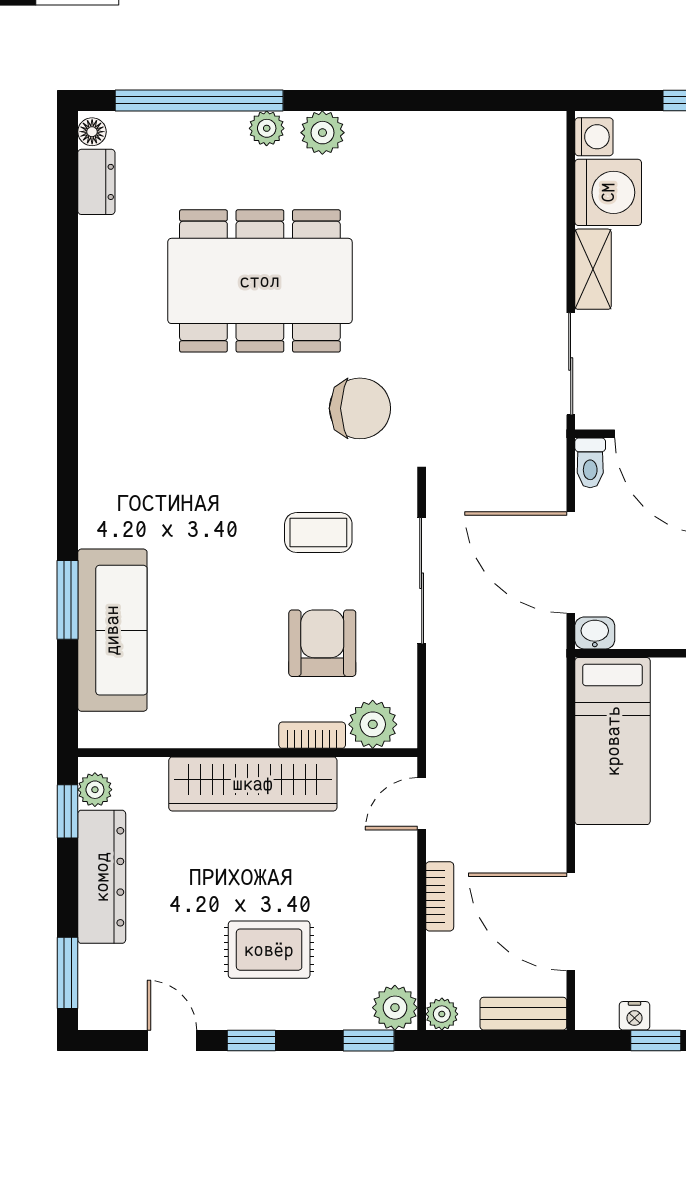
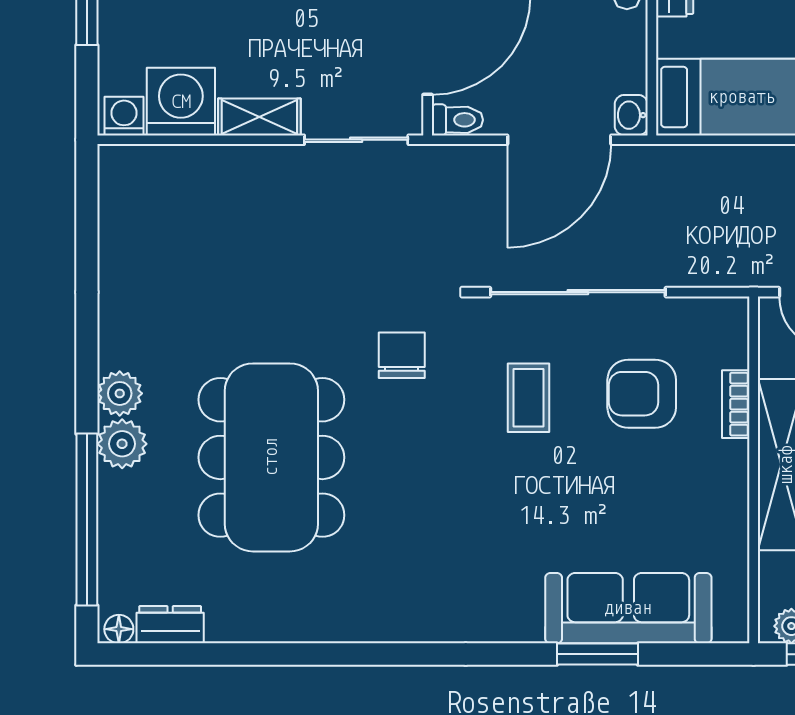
plant: (267, 128) -> (122, 444), width x1.38, depth x1.38
chair: (360, 408) -> (402, 355), width x0.73, depth x0.73
sliding door: (422, 581) -> (578, 292), width x1.36
plant: (373, 724) -> (725, 342), removed

